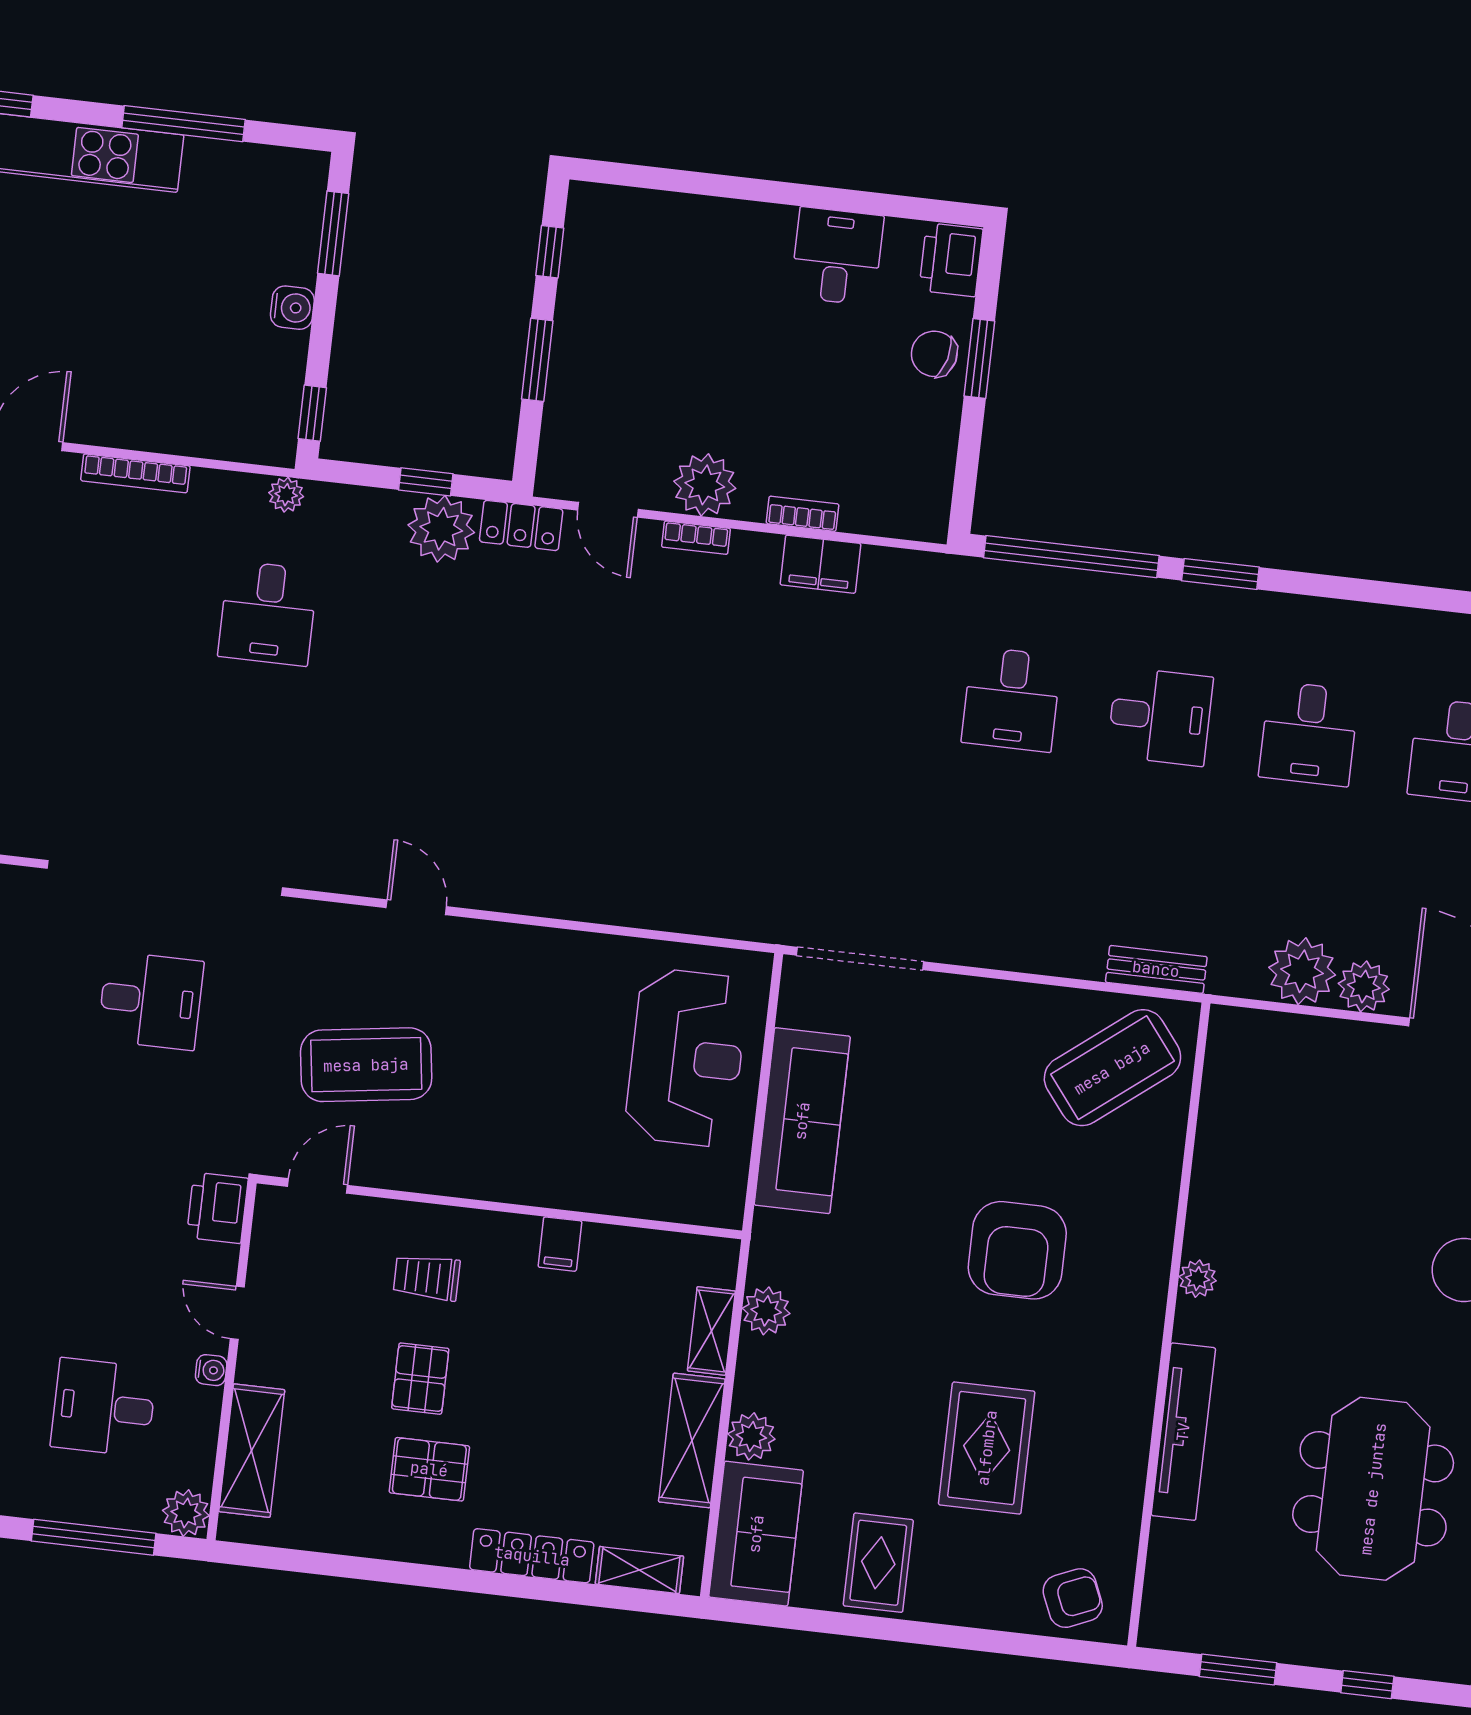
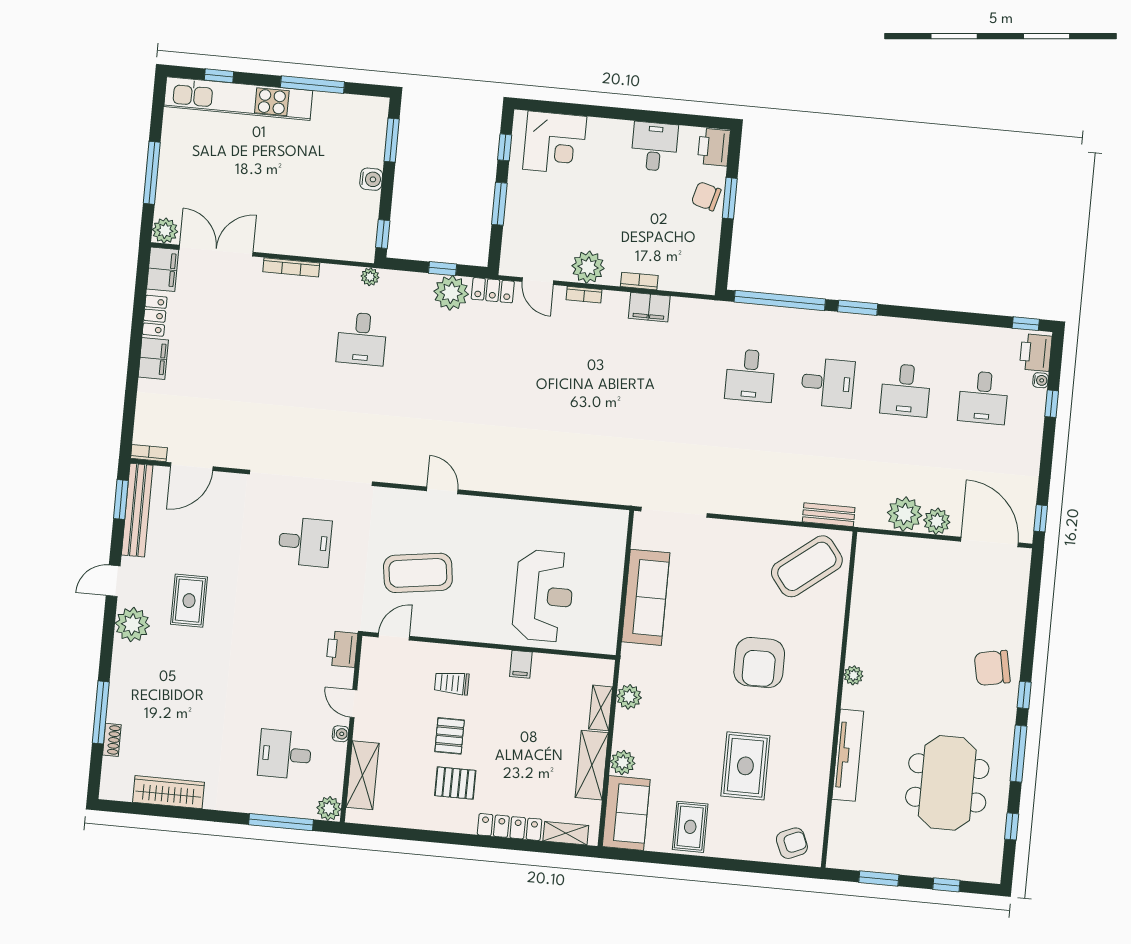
corner desk: (646, 245) -> (555, 143), added
reception desk: (686, 1058) -> (543, 596), moved

